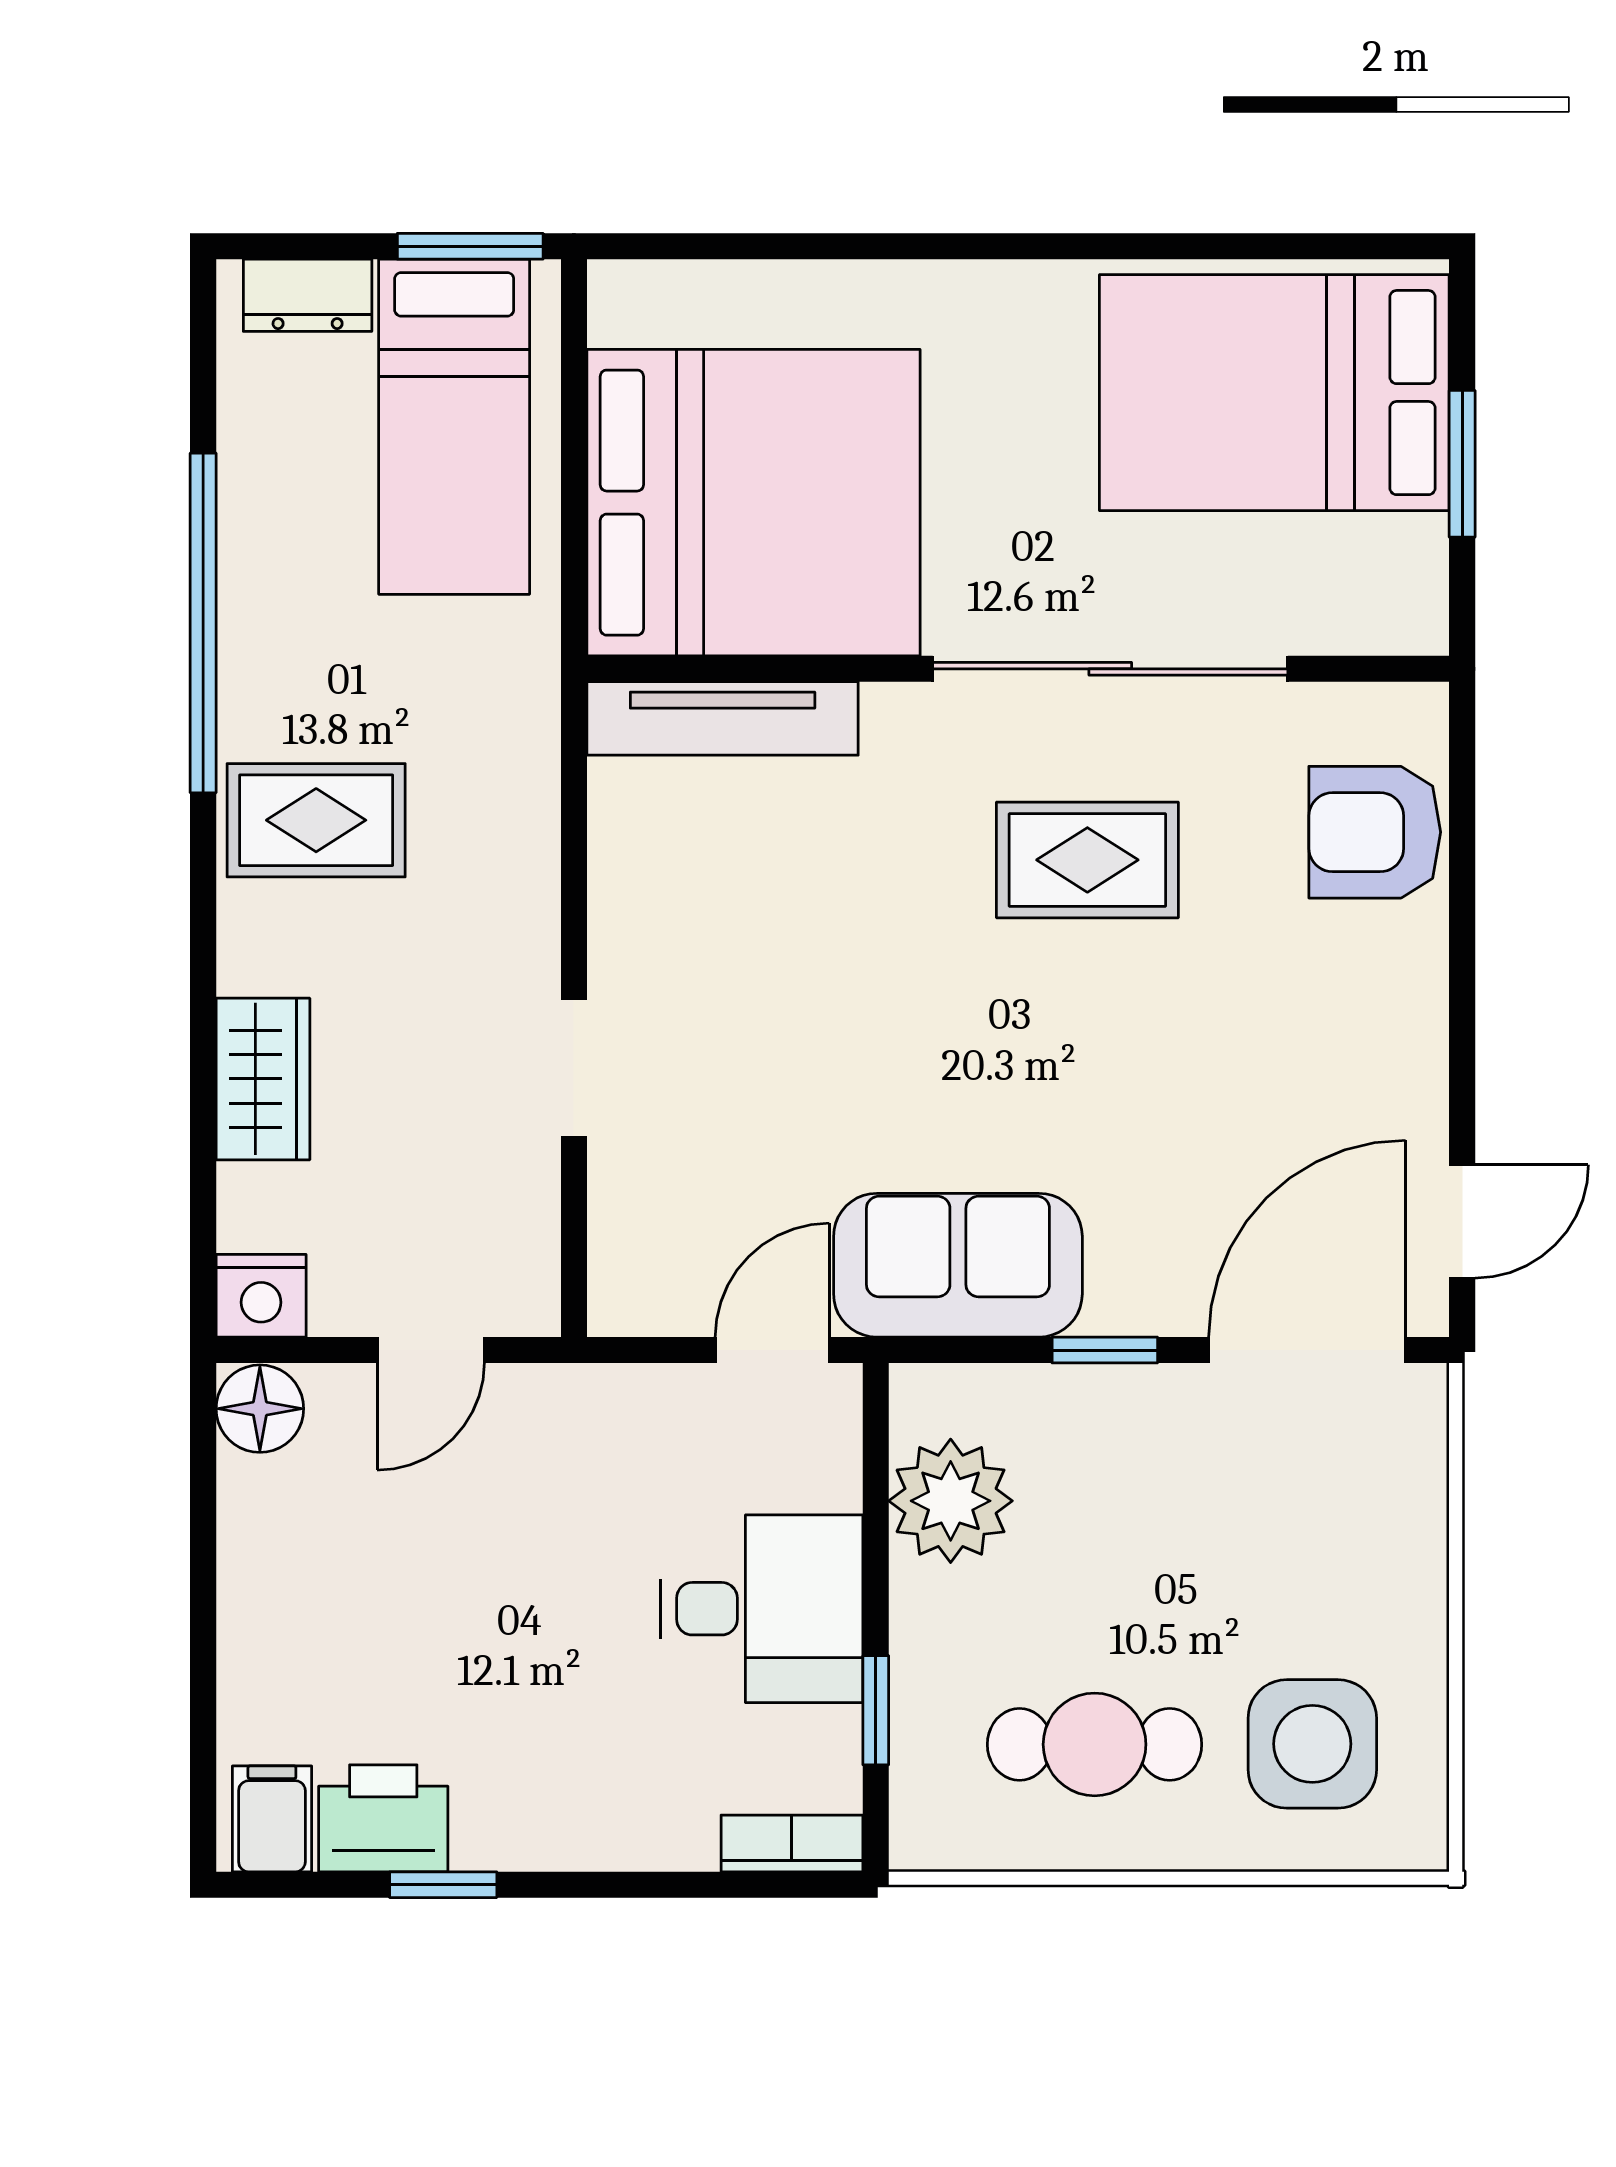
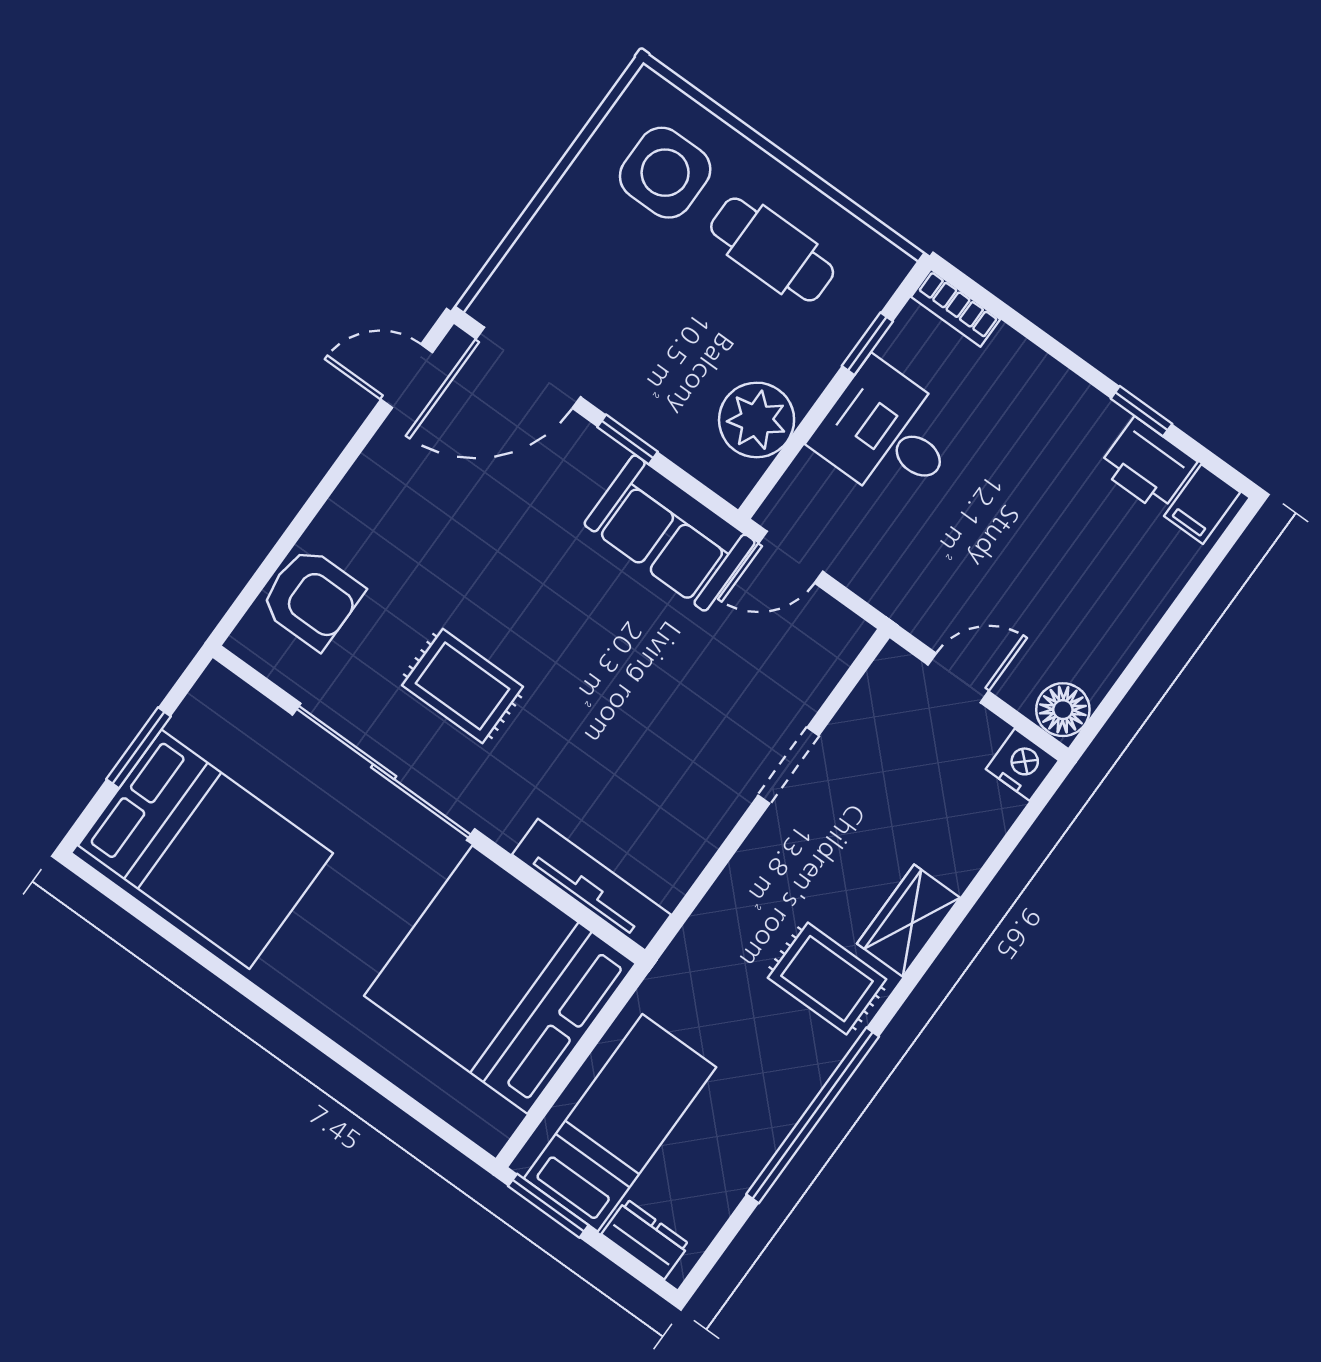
wardrobe: (263, 1079) -> (908, 921), moved

